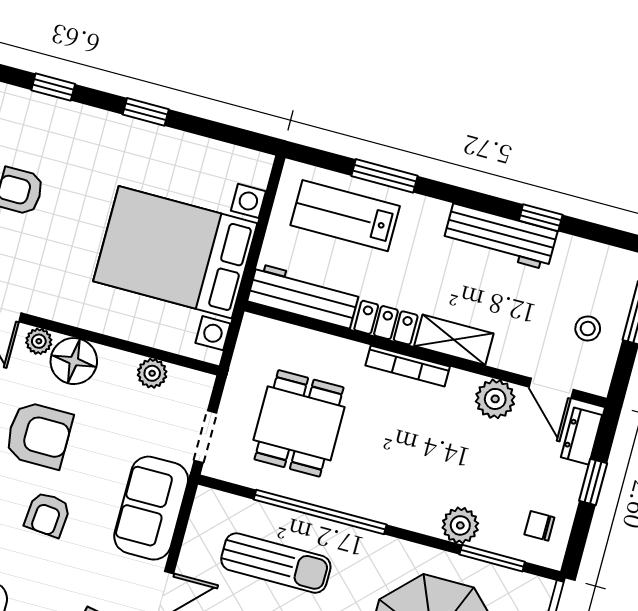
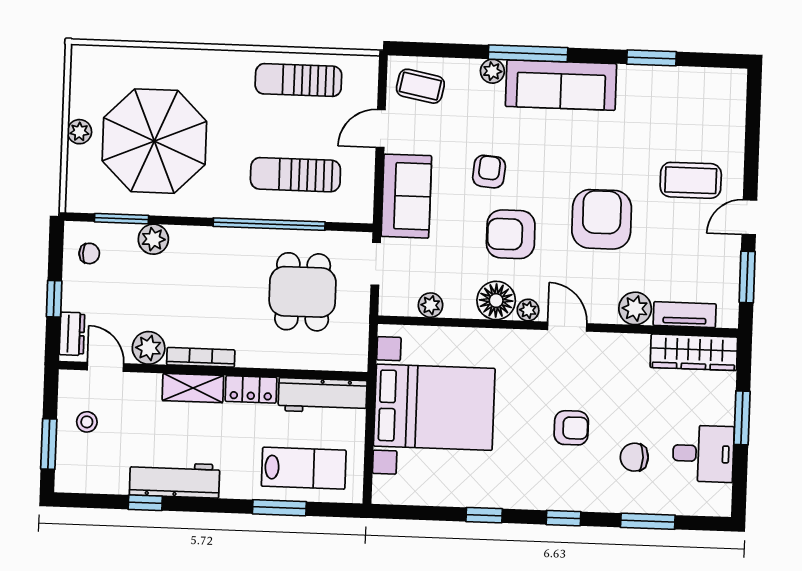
bookcase: (408, 366) -> (201, 357), moved

